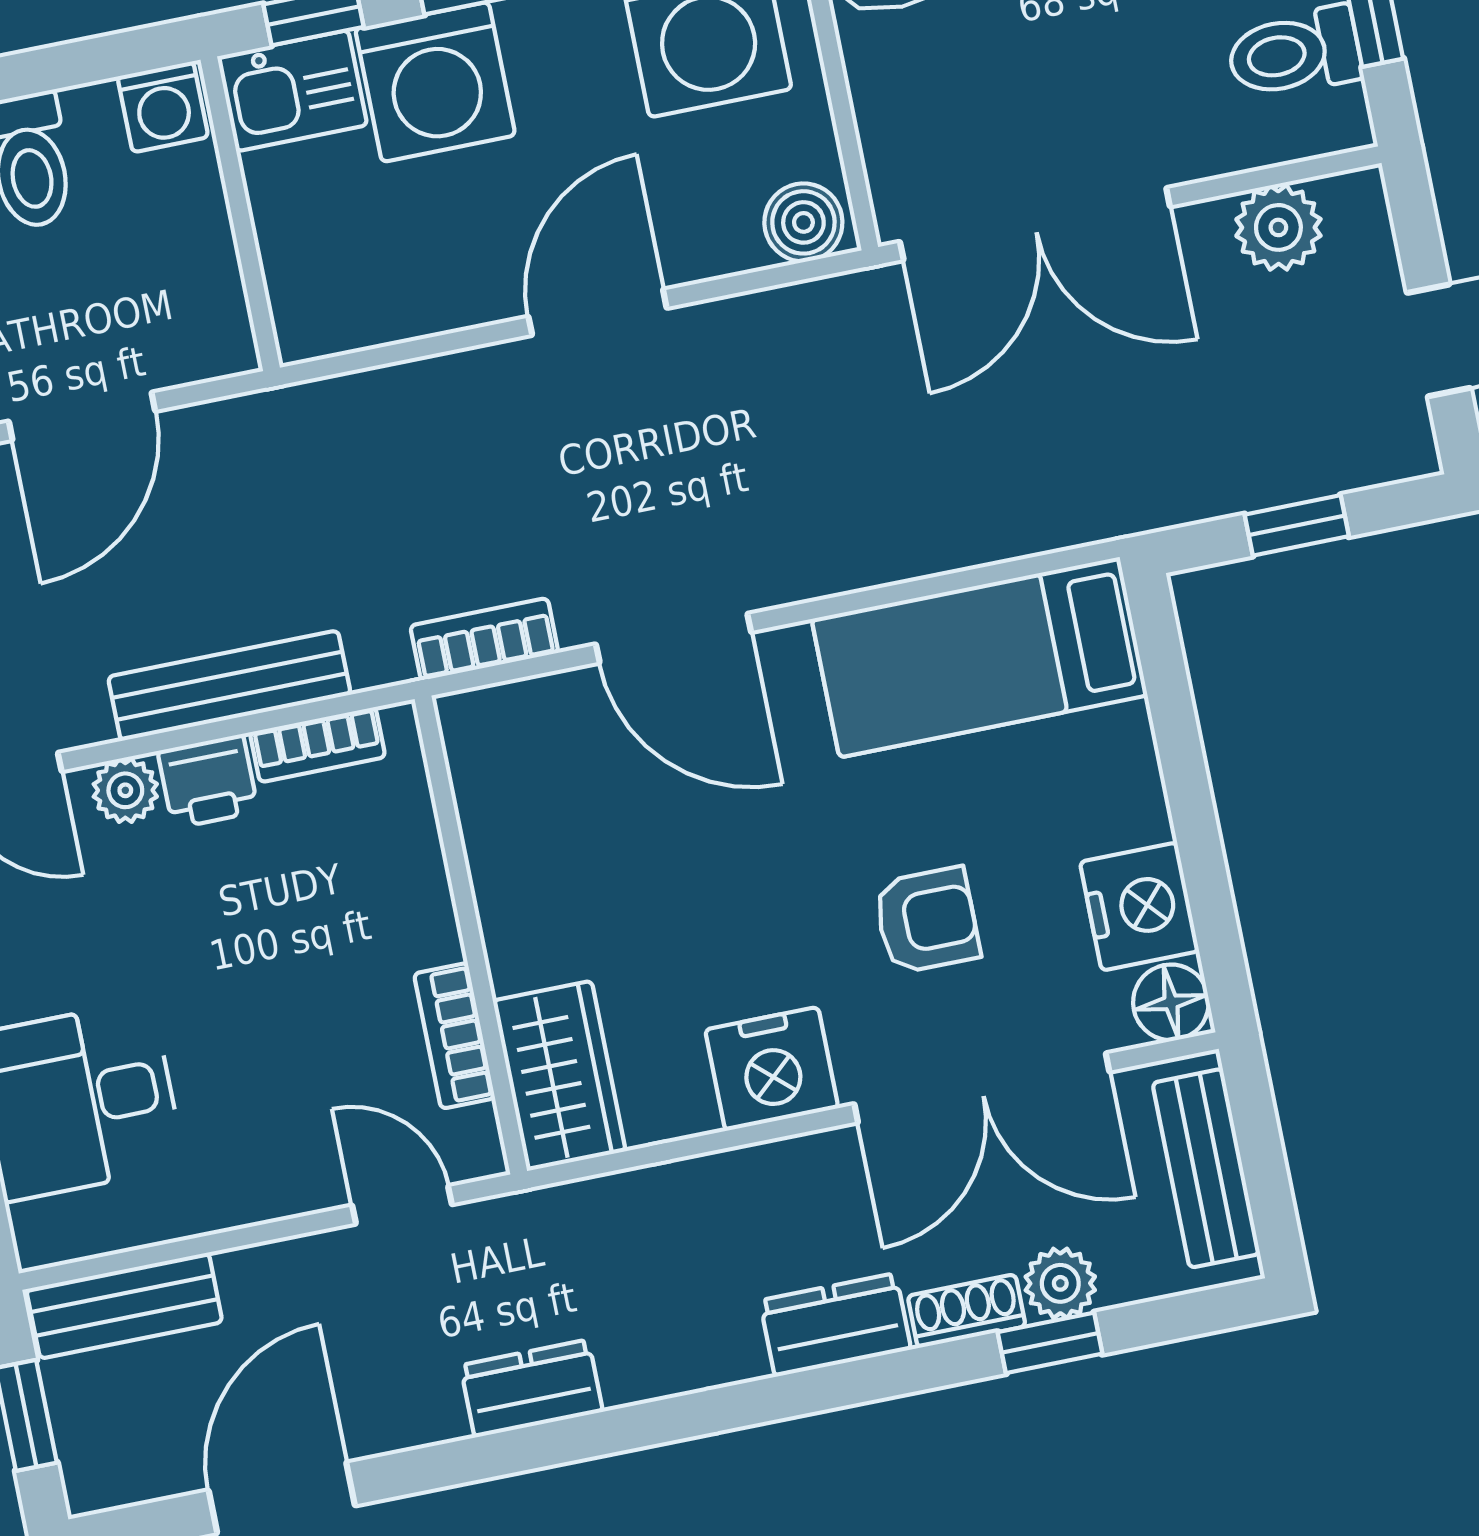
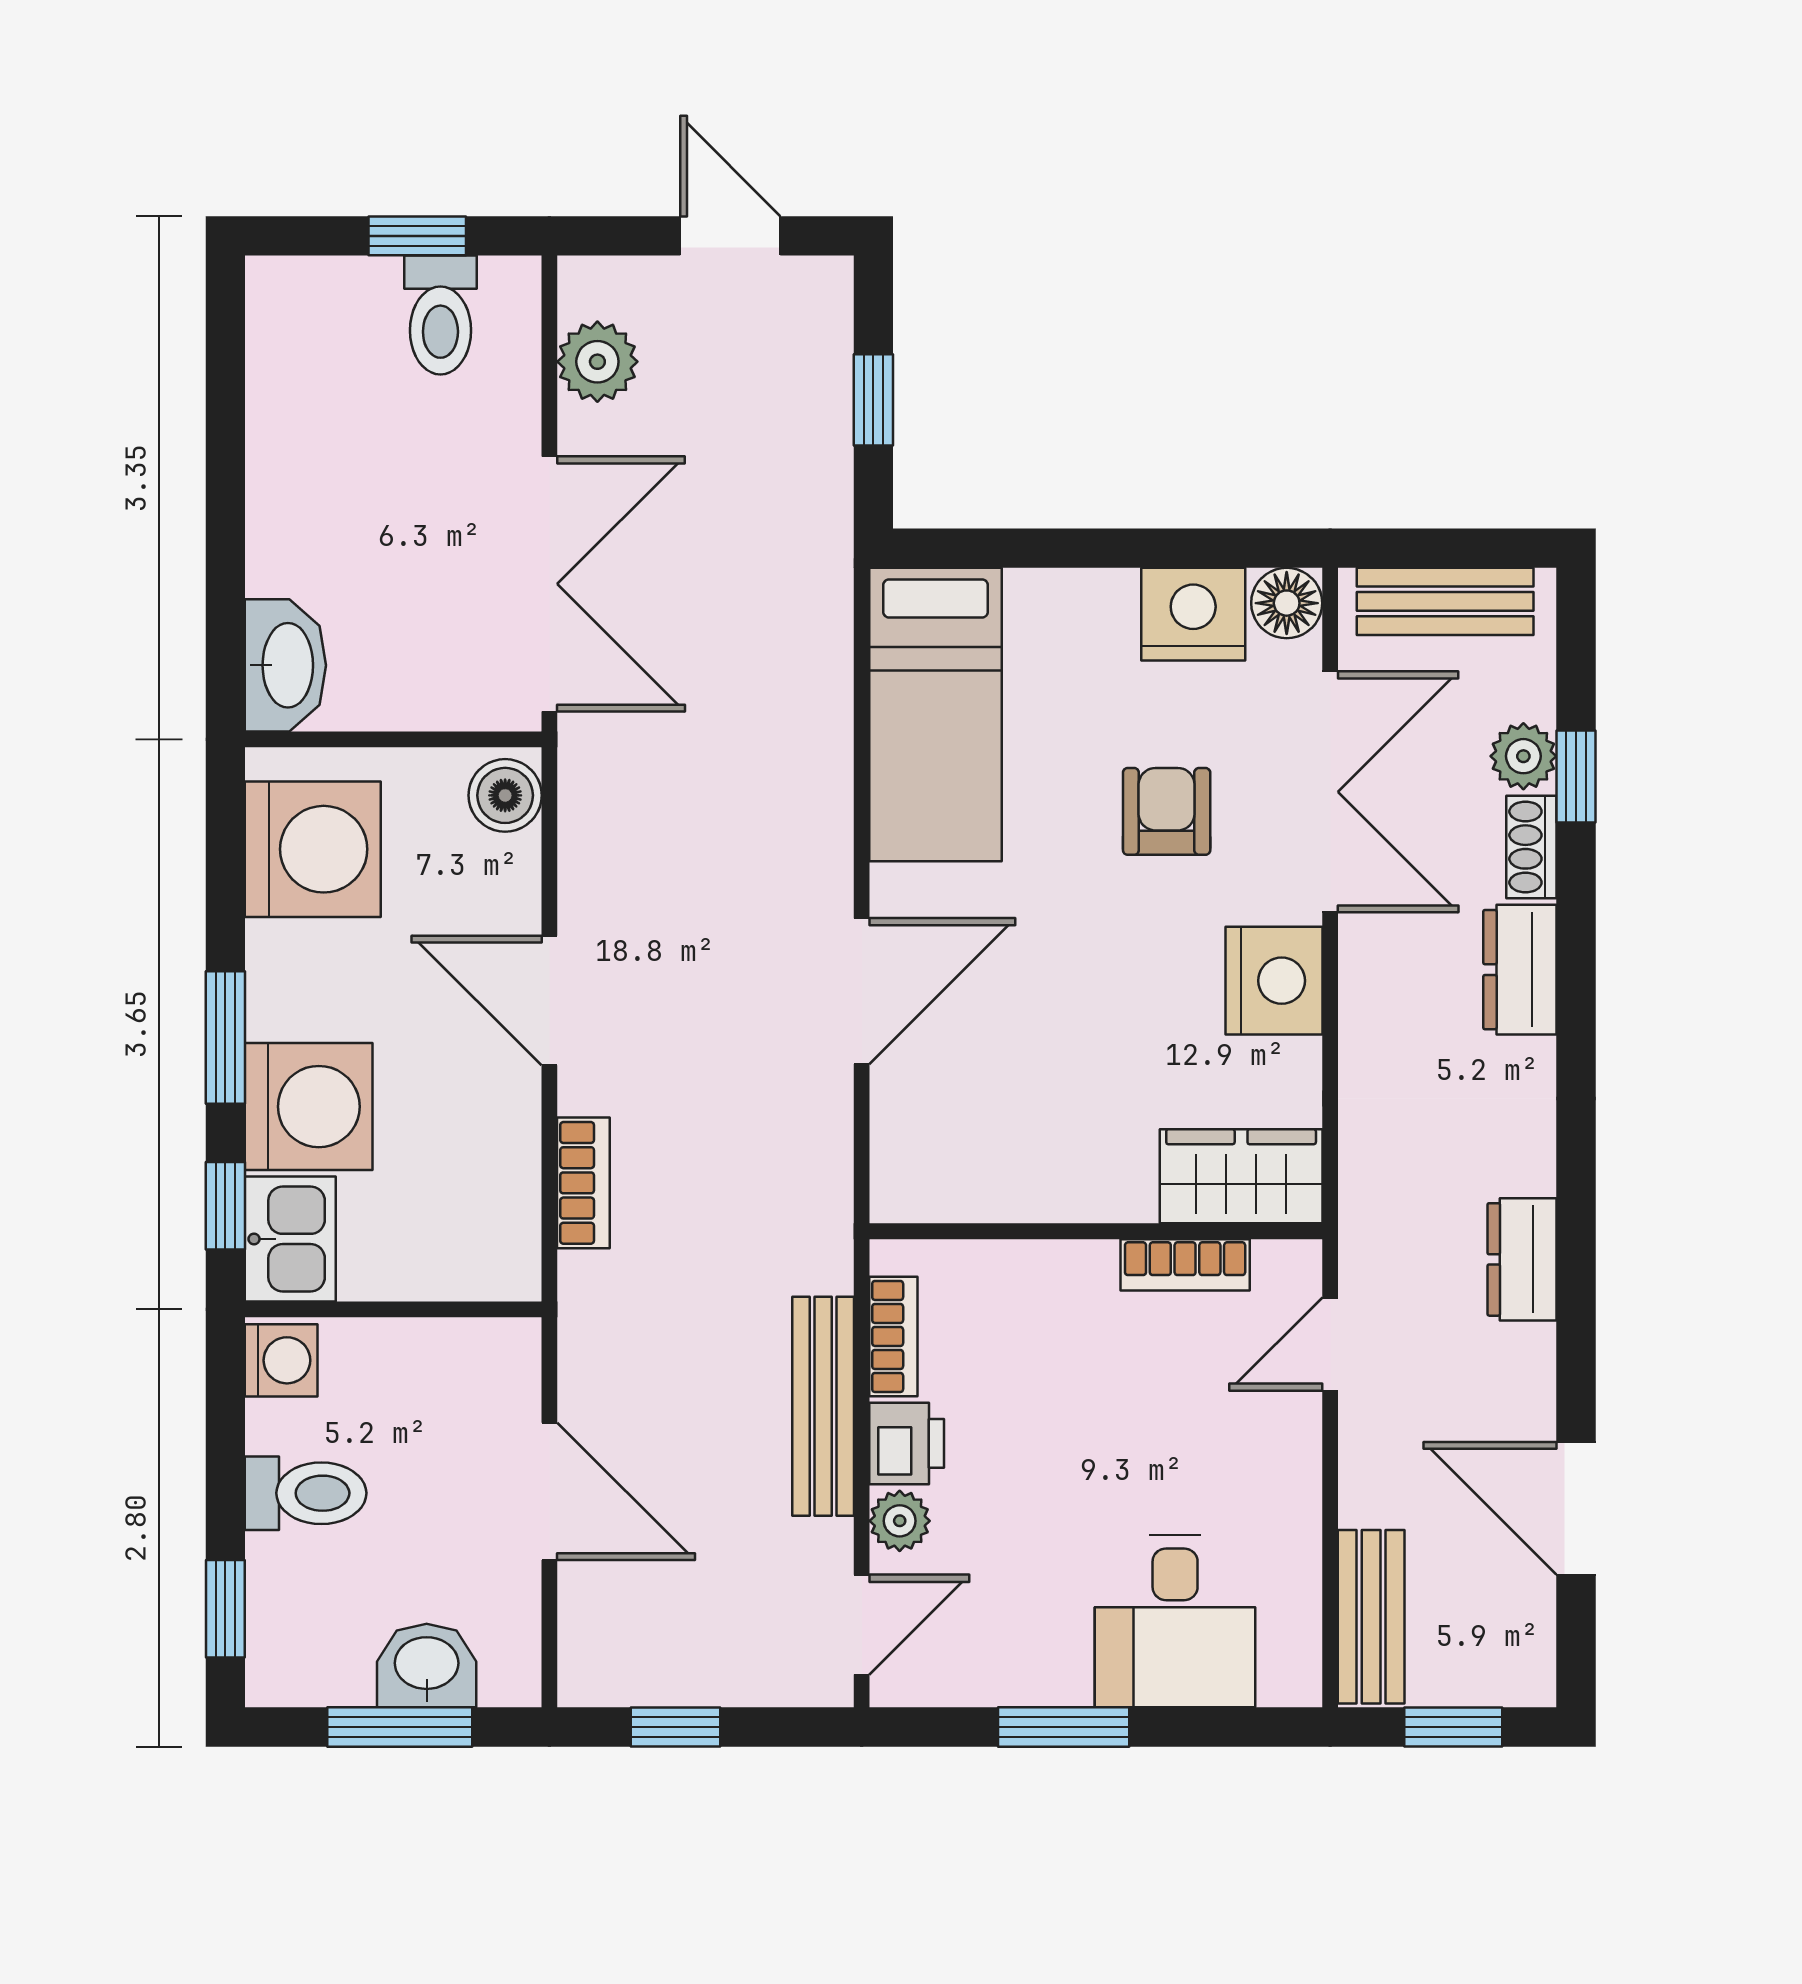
bookcase: (484, 639) -> (583, 1183), moved, turned 180

